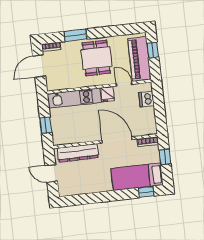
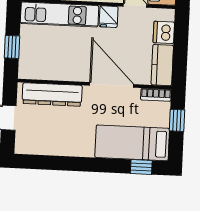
kitchen counter: (149, 121) -> (162, 65), added

